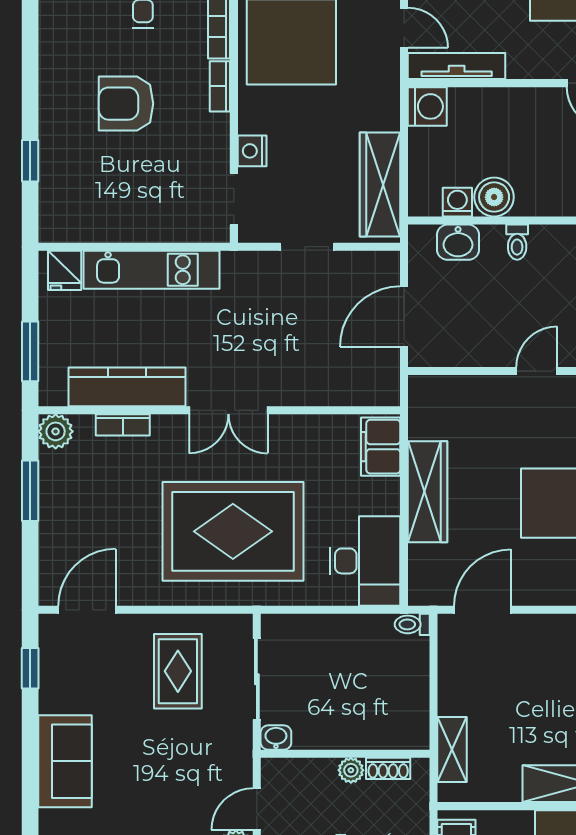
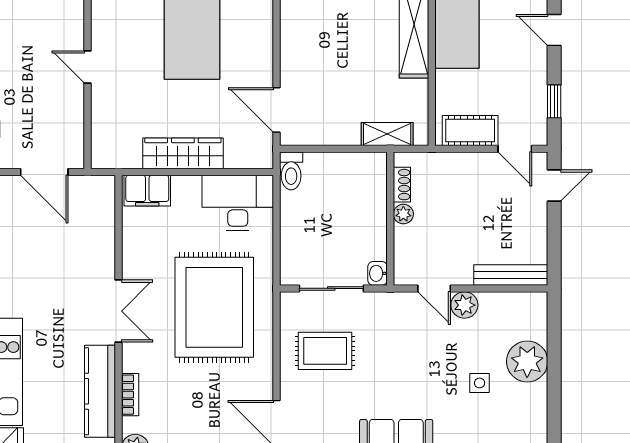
toilet: (412, 624) -> (291, 171), width x1.37, depth x1.39

